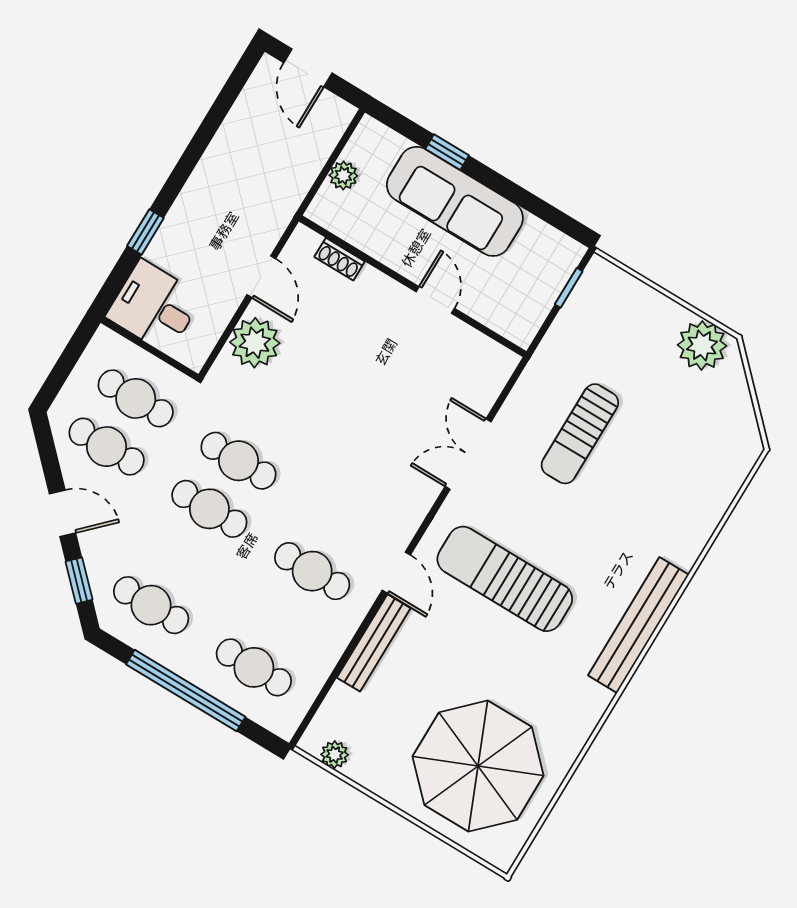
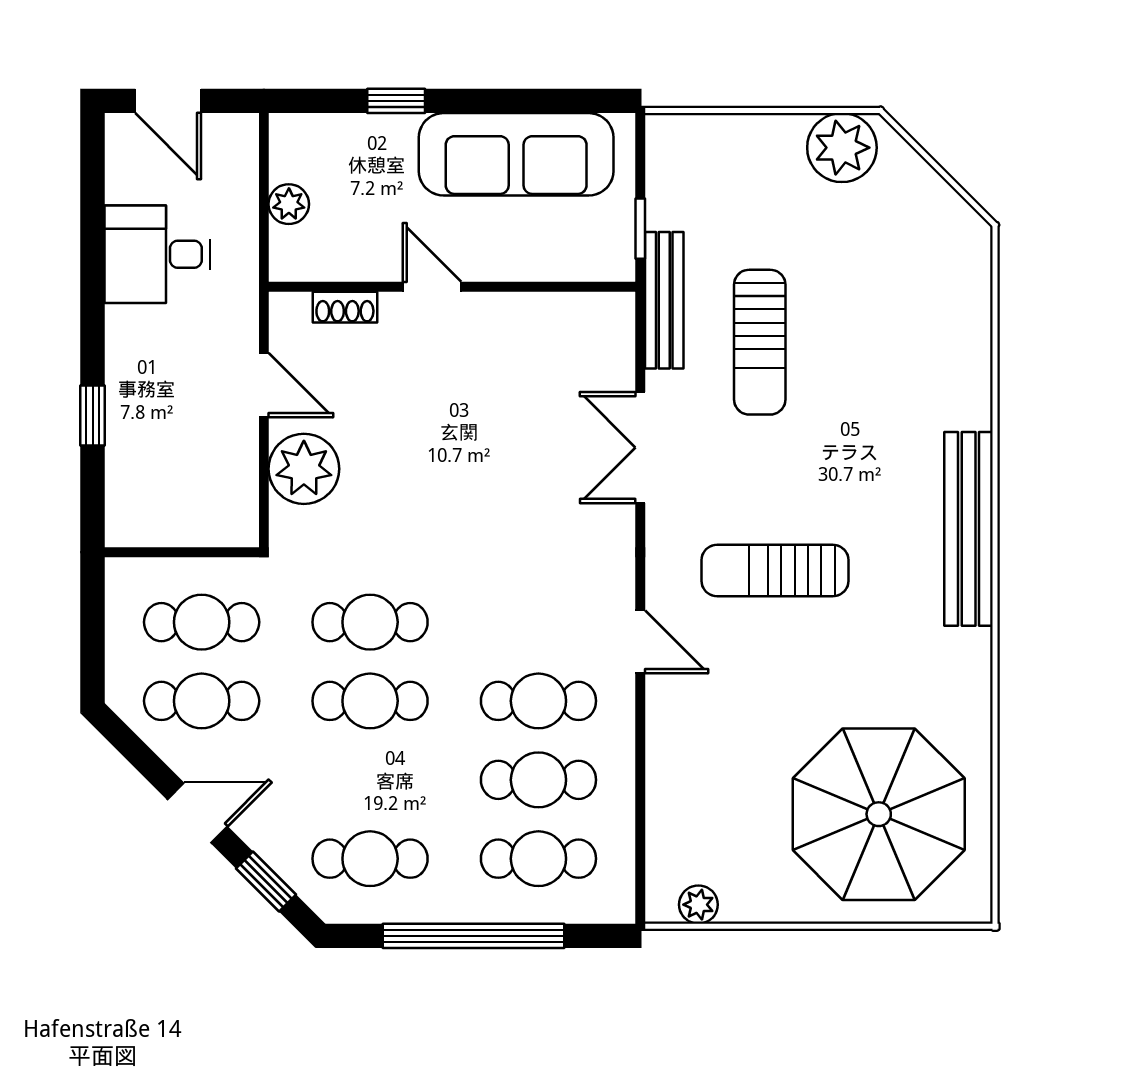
sofa: (455, 201) -> (516, 154), moved
window: (569, 288) -> (640, 229), moved
door: (435, 300) -> (432, 287), moved
desk: (154, 307) -> (157, 254), moved
sun lounger: (505, 579) -> (775, 570), width x0.73, depth x0.75
cafe table: (283, 619) -> (538, 780), added
bench: (374, 643) -> (664, 300), moved

